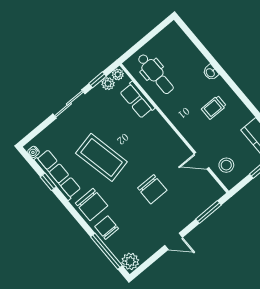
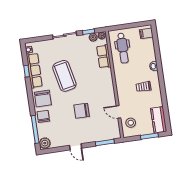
filing cabinet: (174, 35) -> (146, 33), added
chair: (152, 189) -> (82, 111), turned 90

